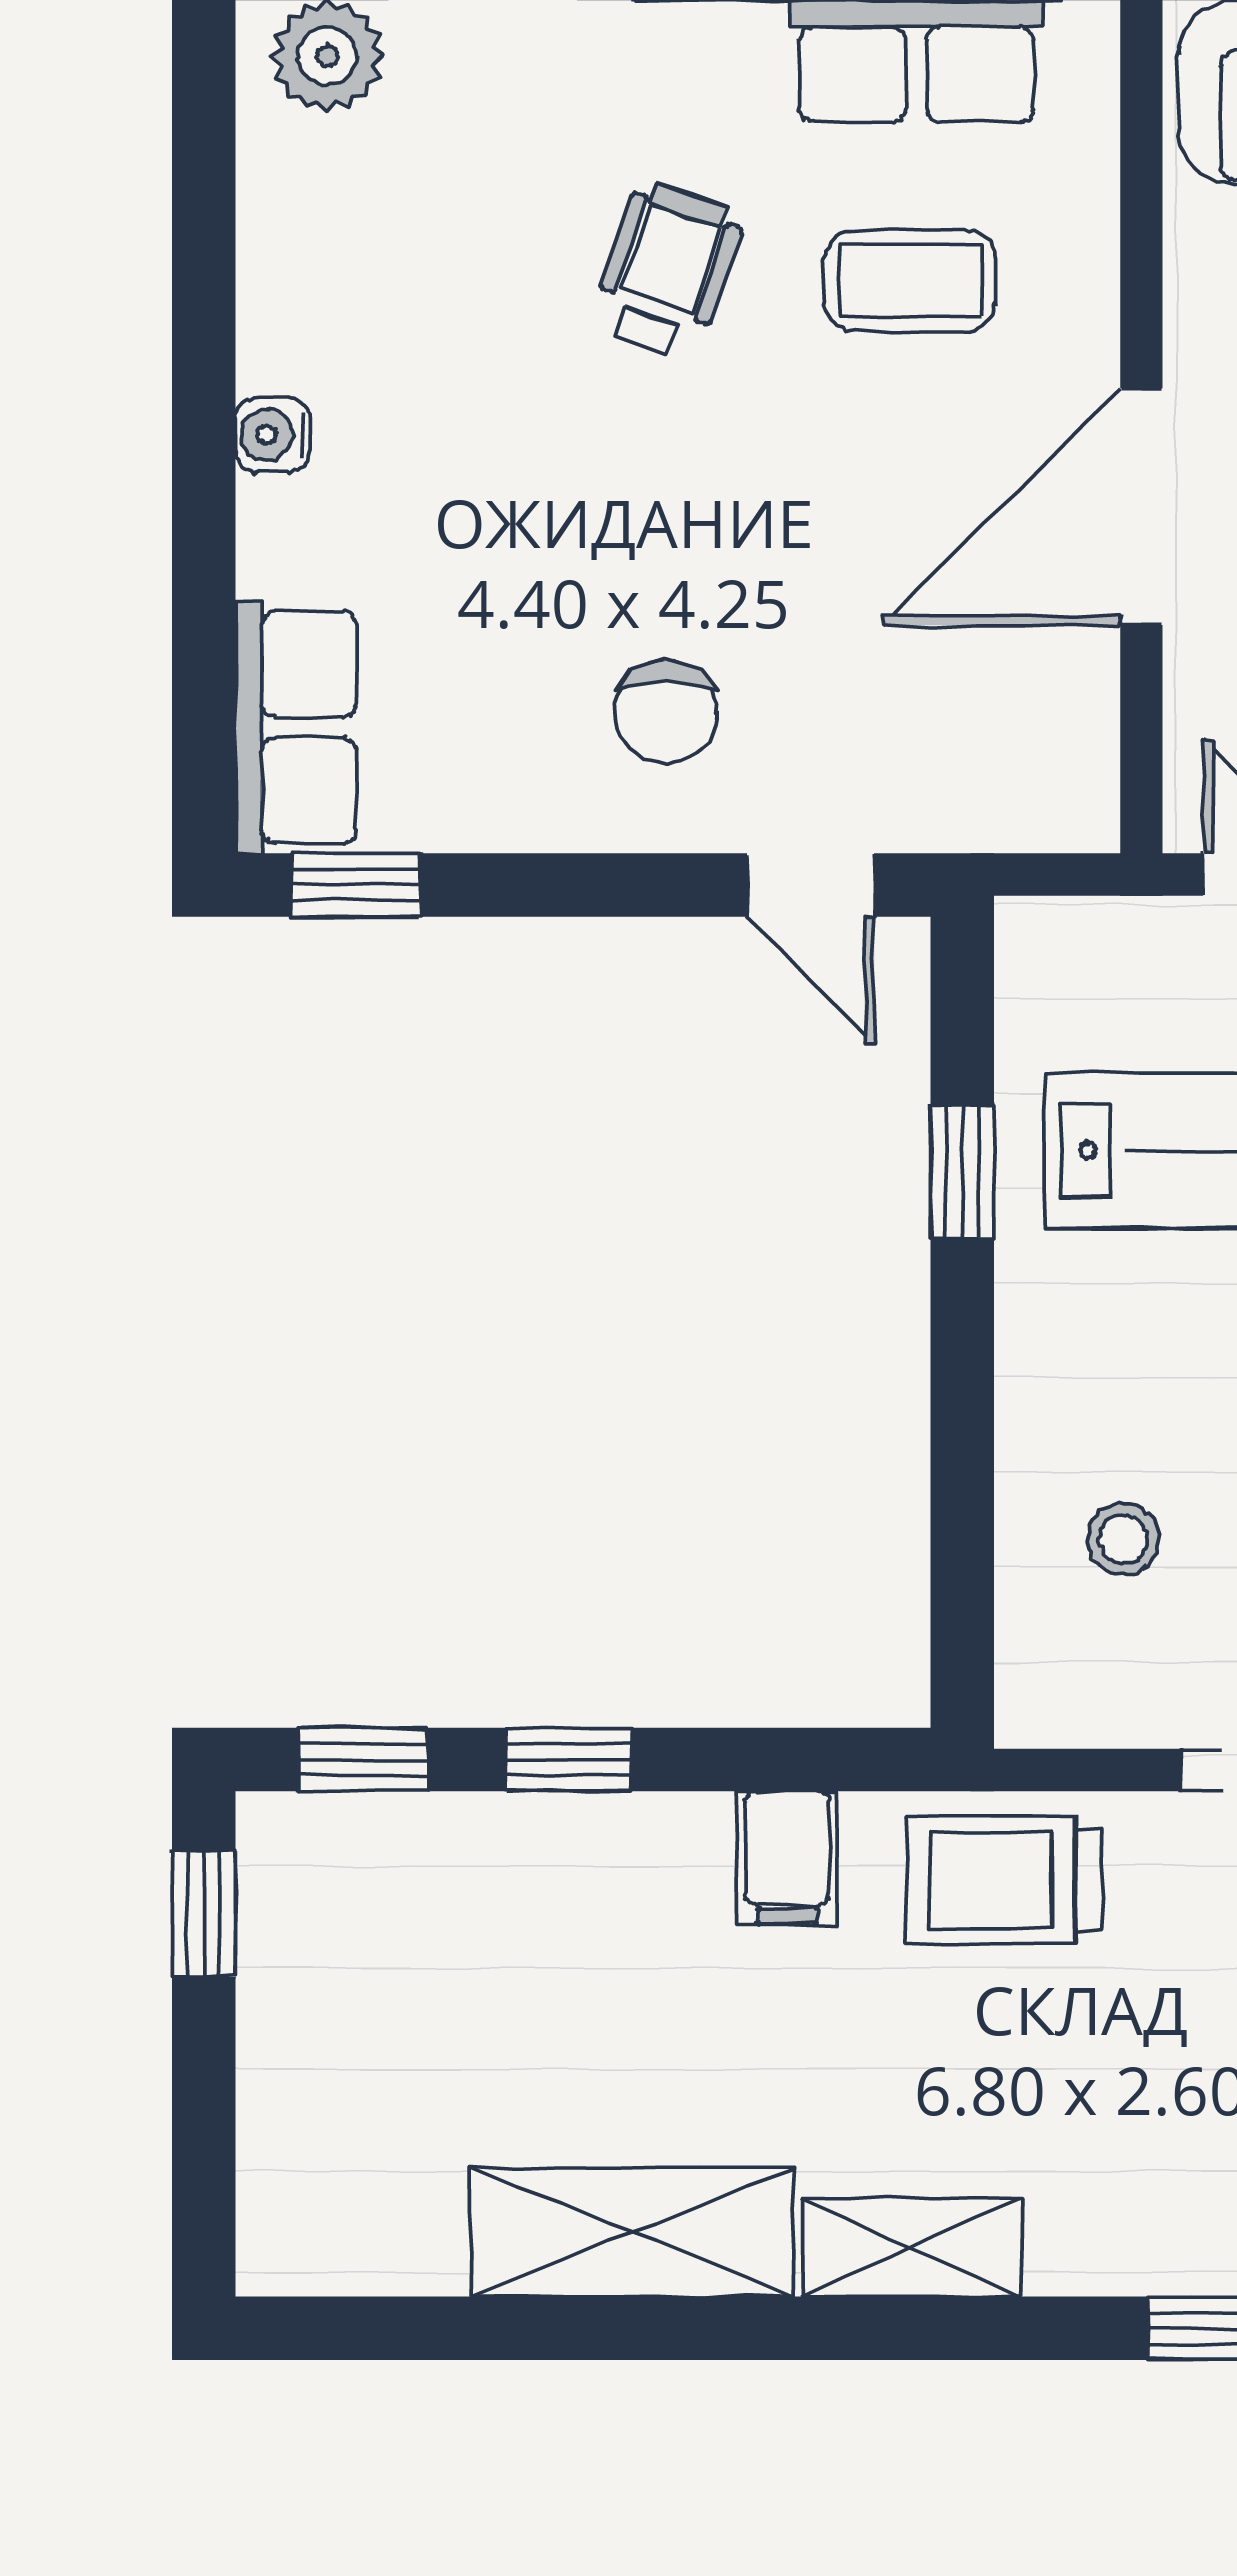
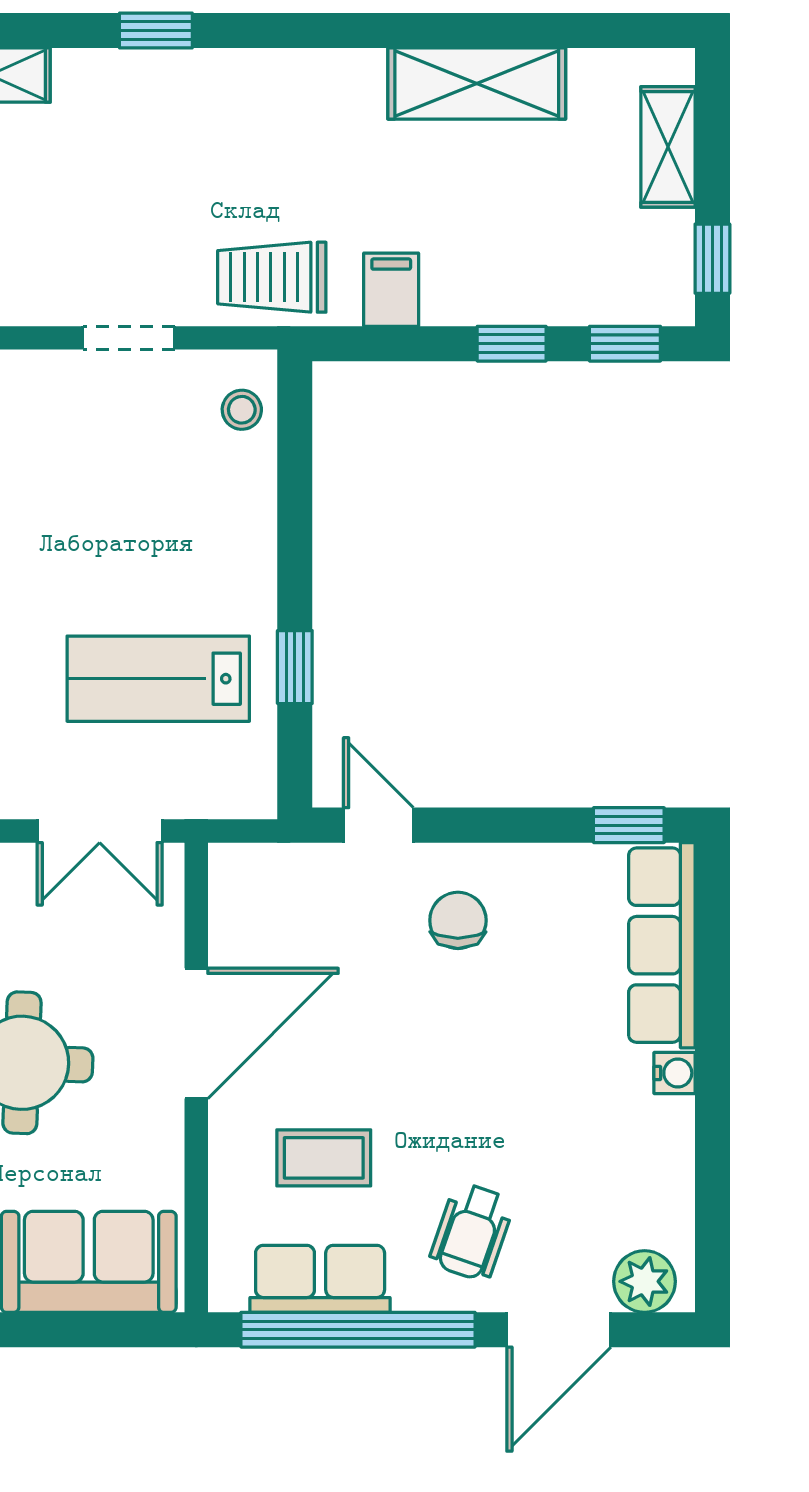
wheelchair: (667, 271) -> (472, 1232), moved
row of seats: (296, 727) -> (662, 945), width x1.48
stool: (1123, 1539) -> (242, 410), moved
trolley: (1004, 1880) -> (272, 277), turned 180
shelving: (911, 2247) -> (668, 147), moved, turned 90

